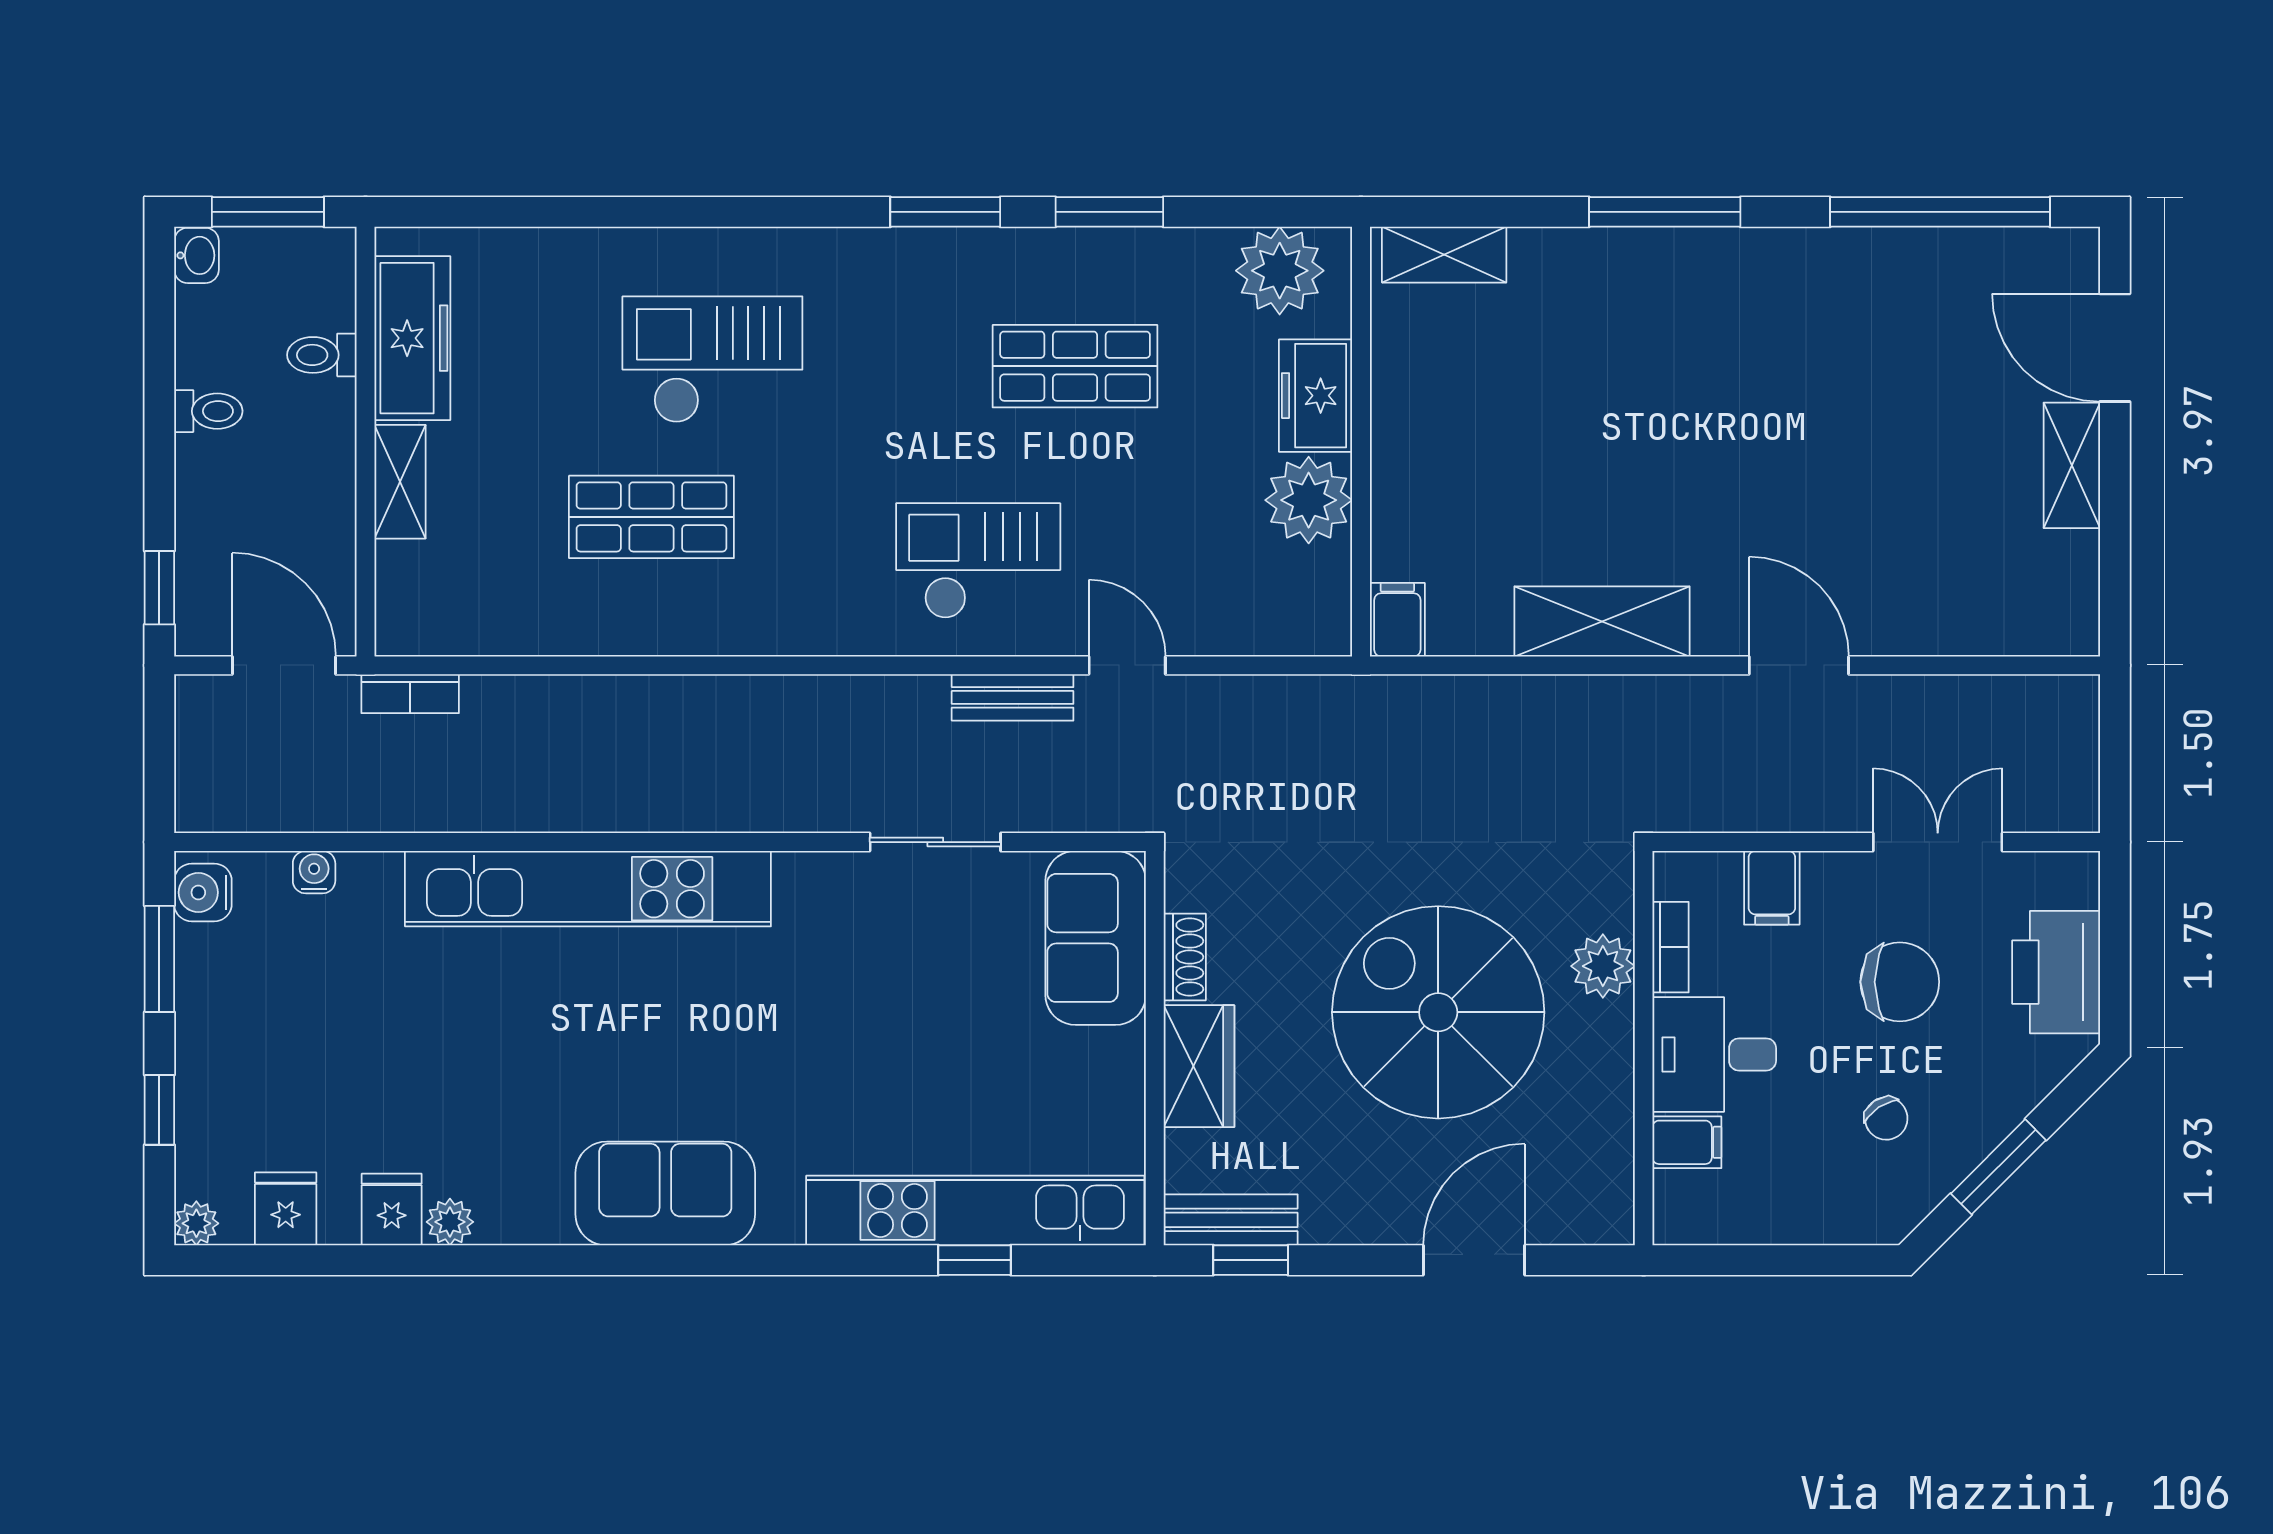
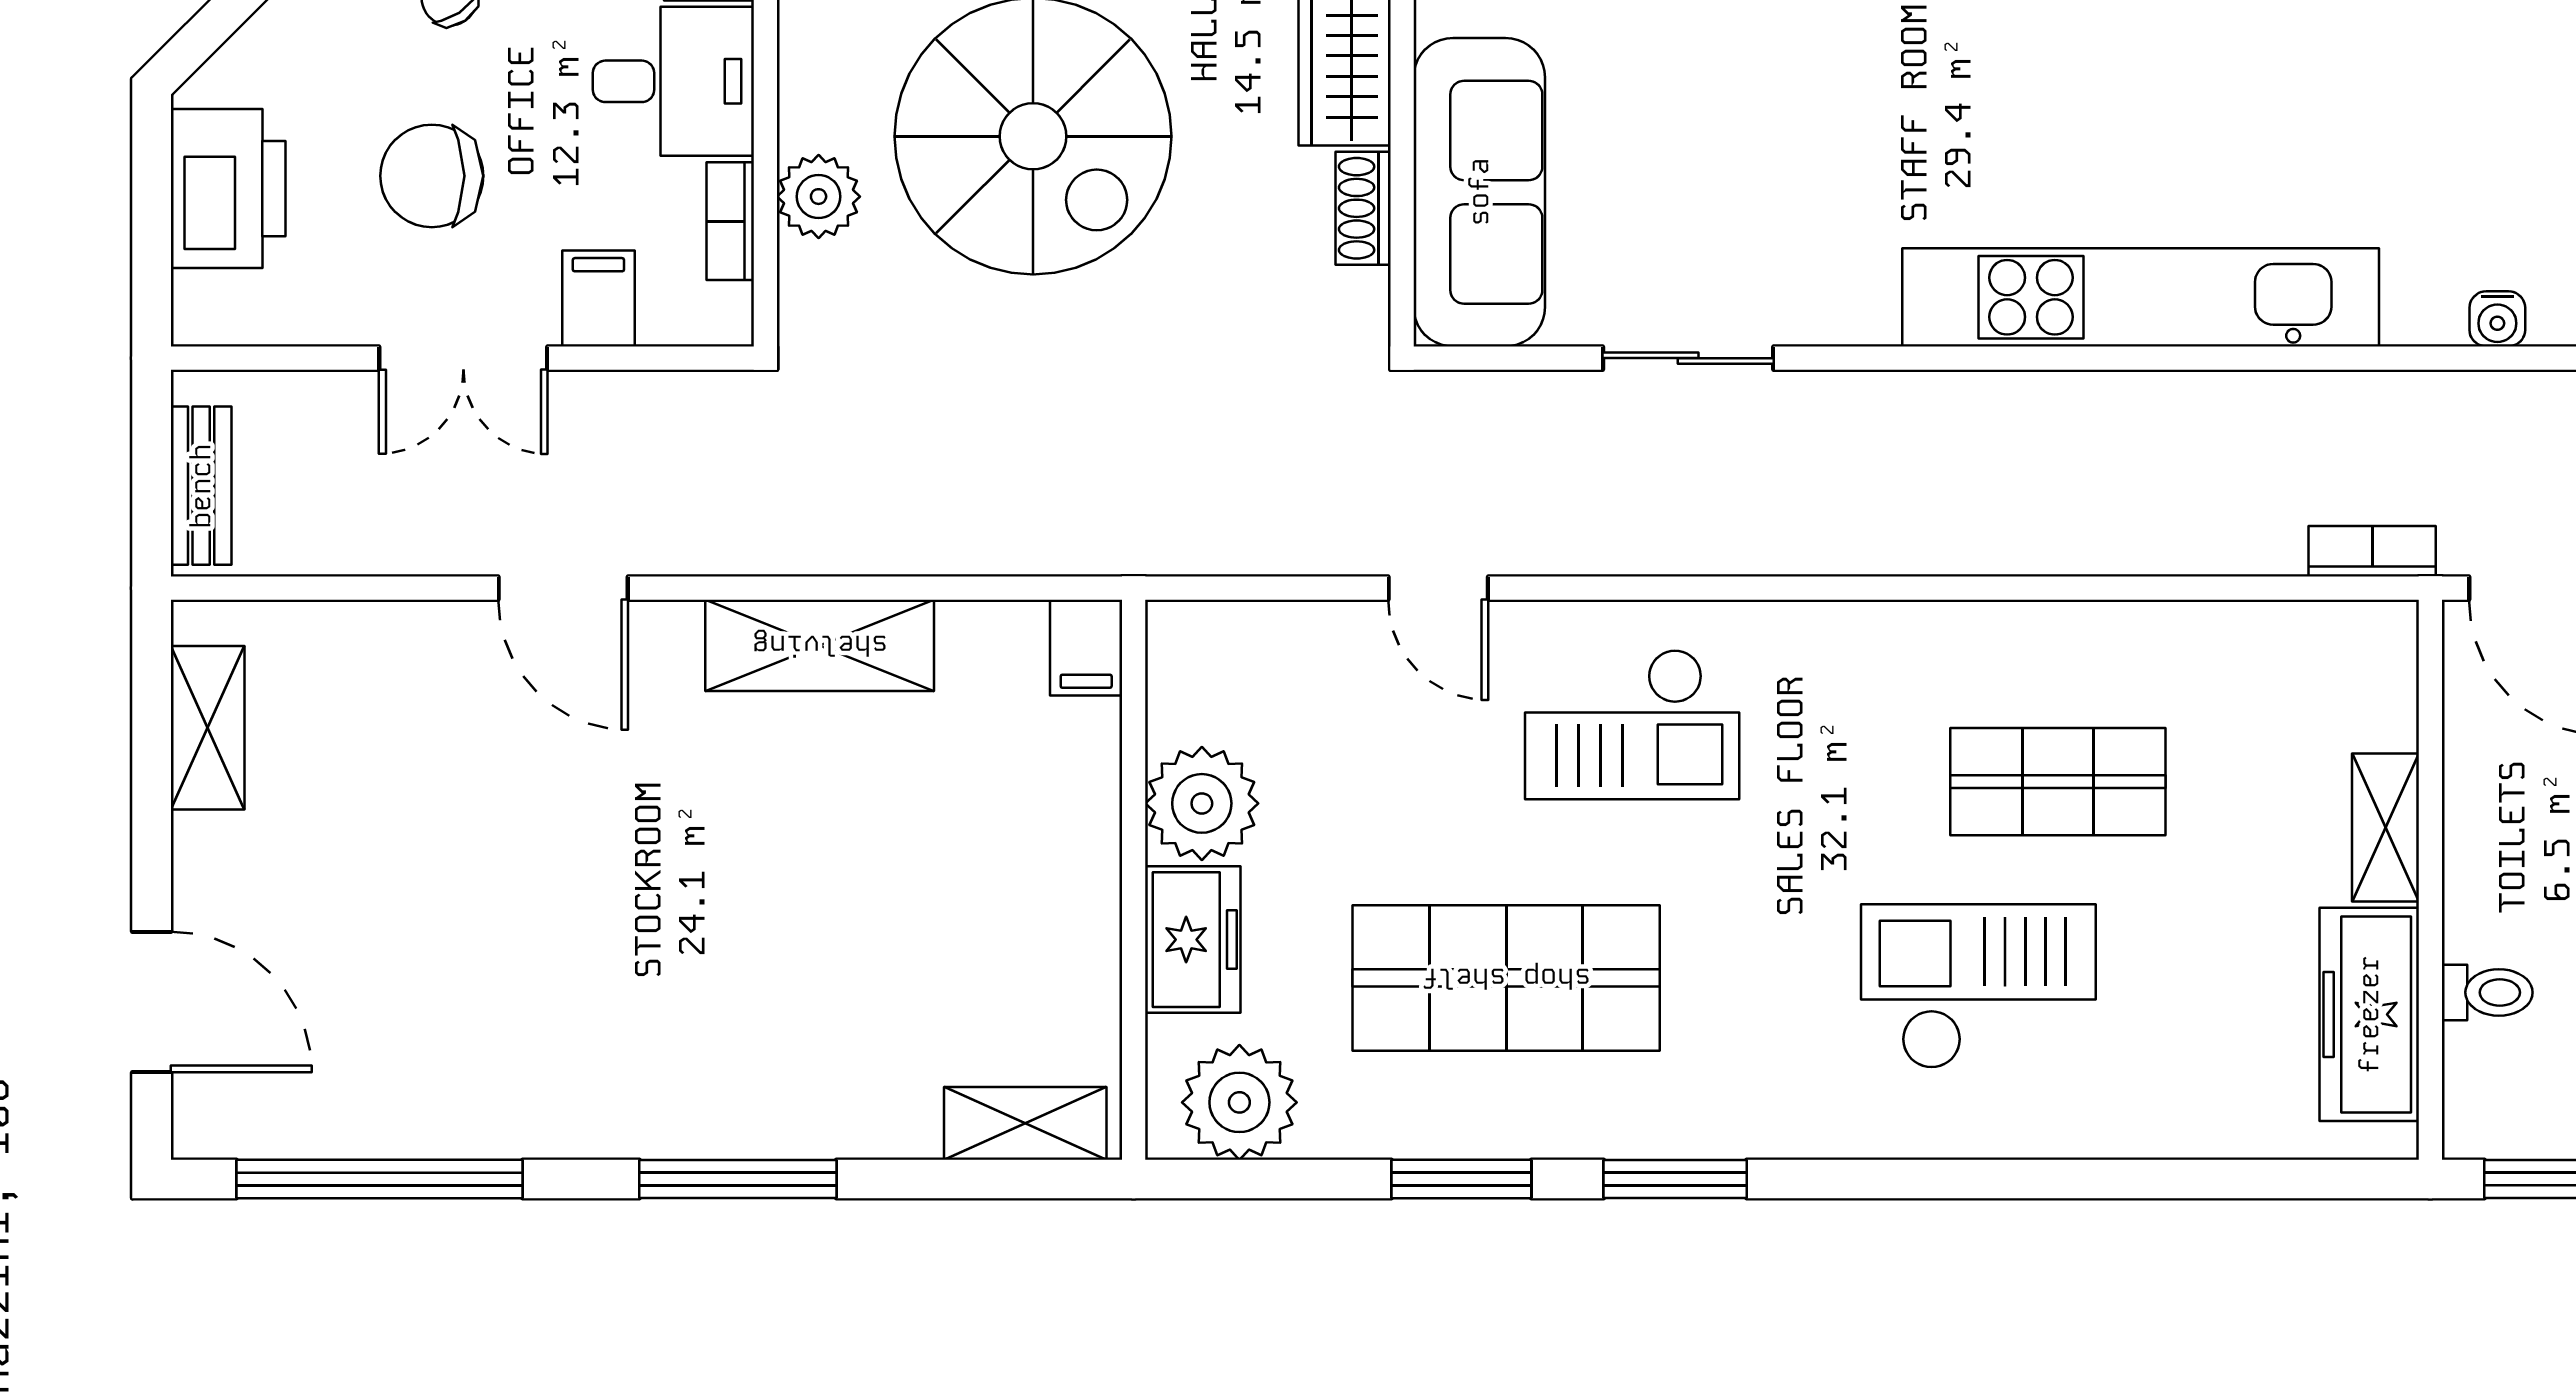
checkout: (712, 360) -> (1978, 986), turned 180
shop shelf: (1075, 366) -> (1506, 978), width x1.43, depth x1.36
shelving: (2072, 465) -> (208, 728), moved
bench: (1013, 697) -> (201, 486), moved, turned 90
double door: (1938, 842) -> (463, 358), moved
sofa: (1096, 938) -> (1479, 192), width x1.36

